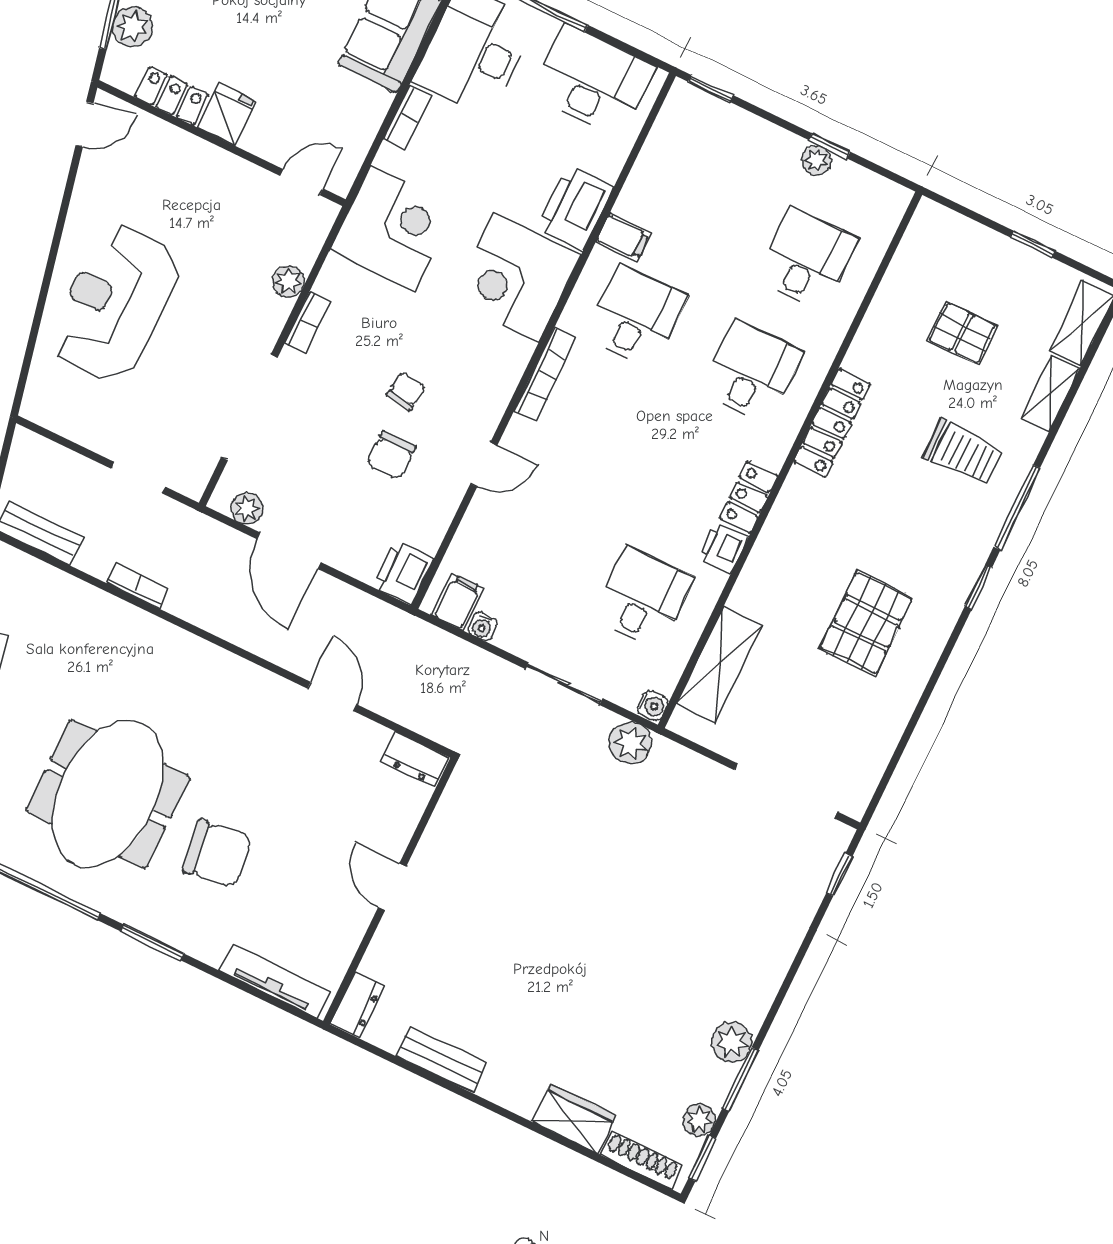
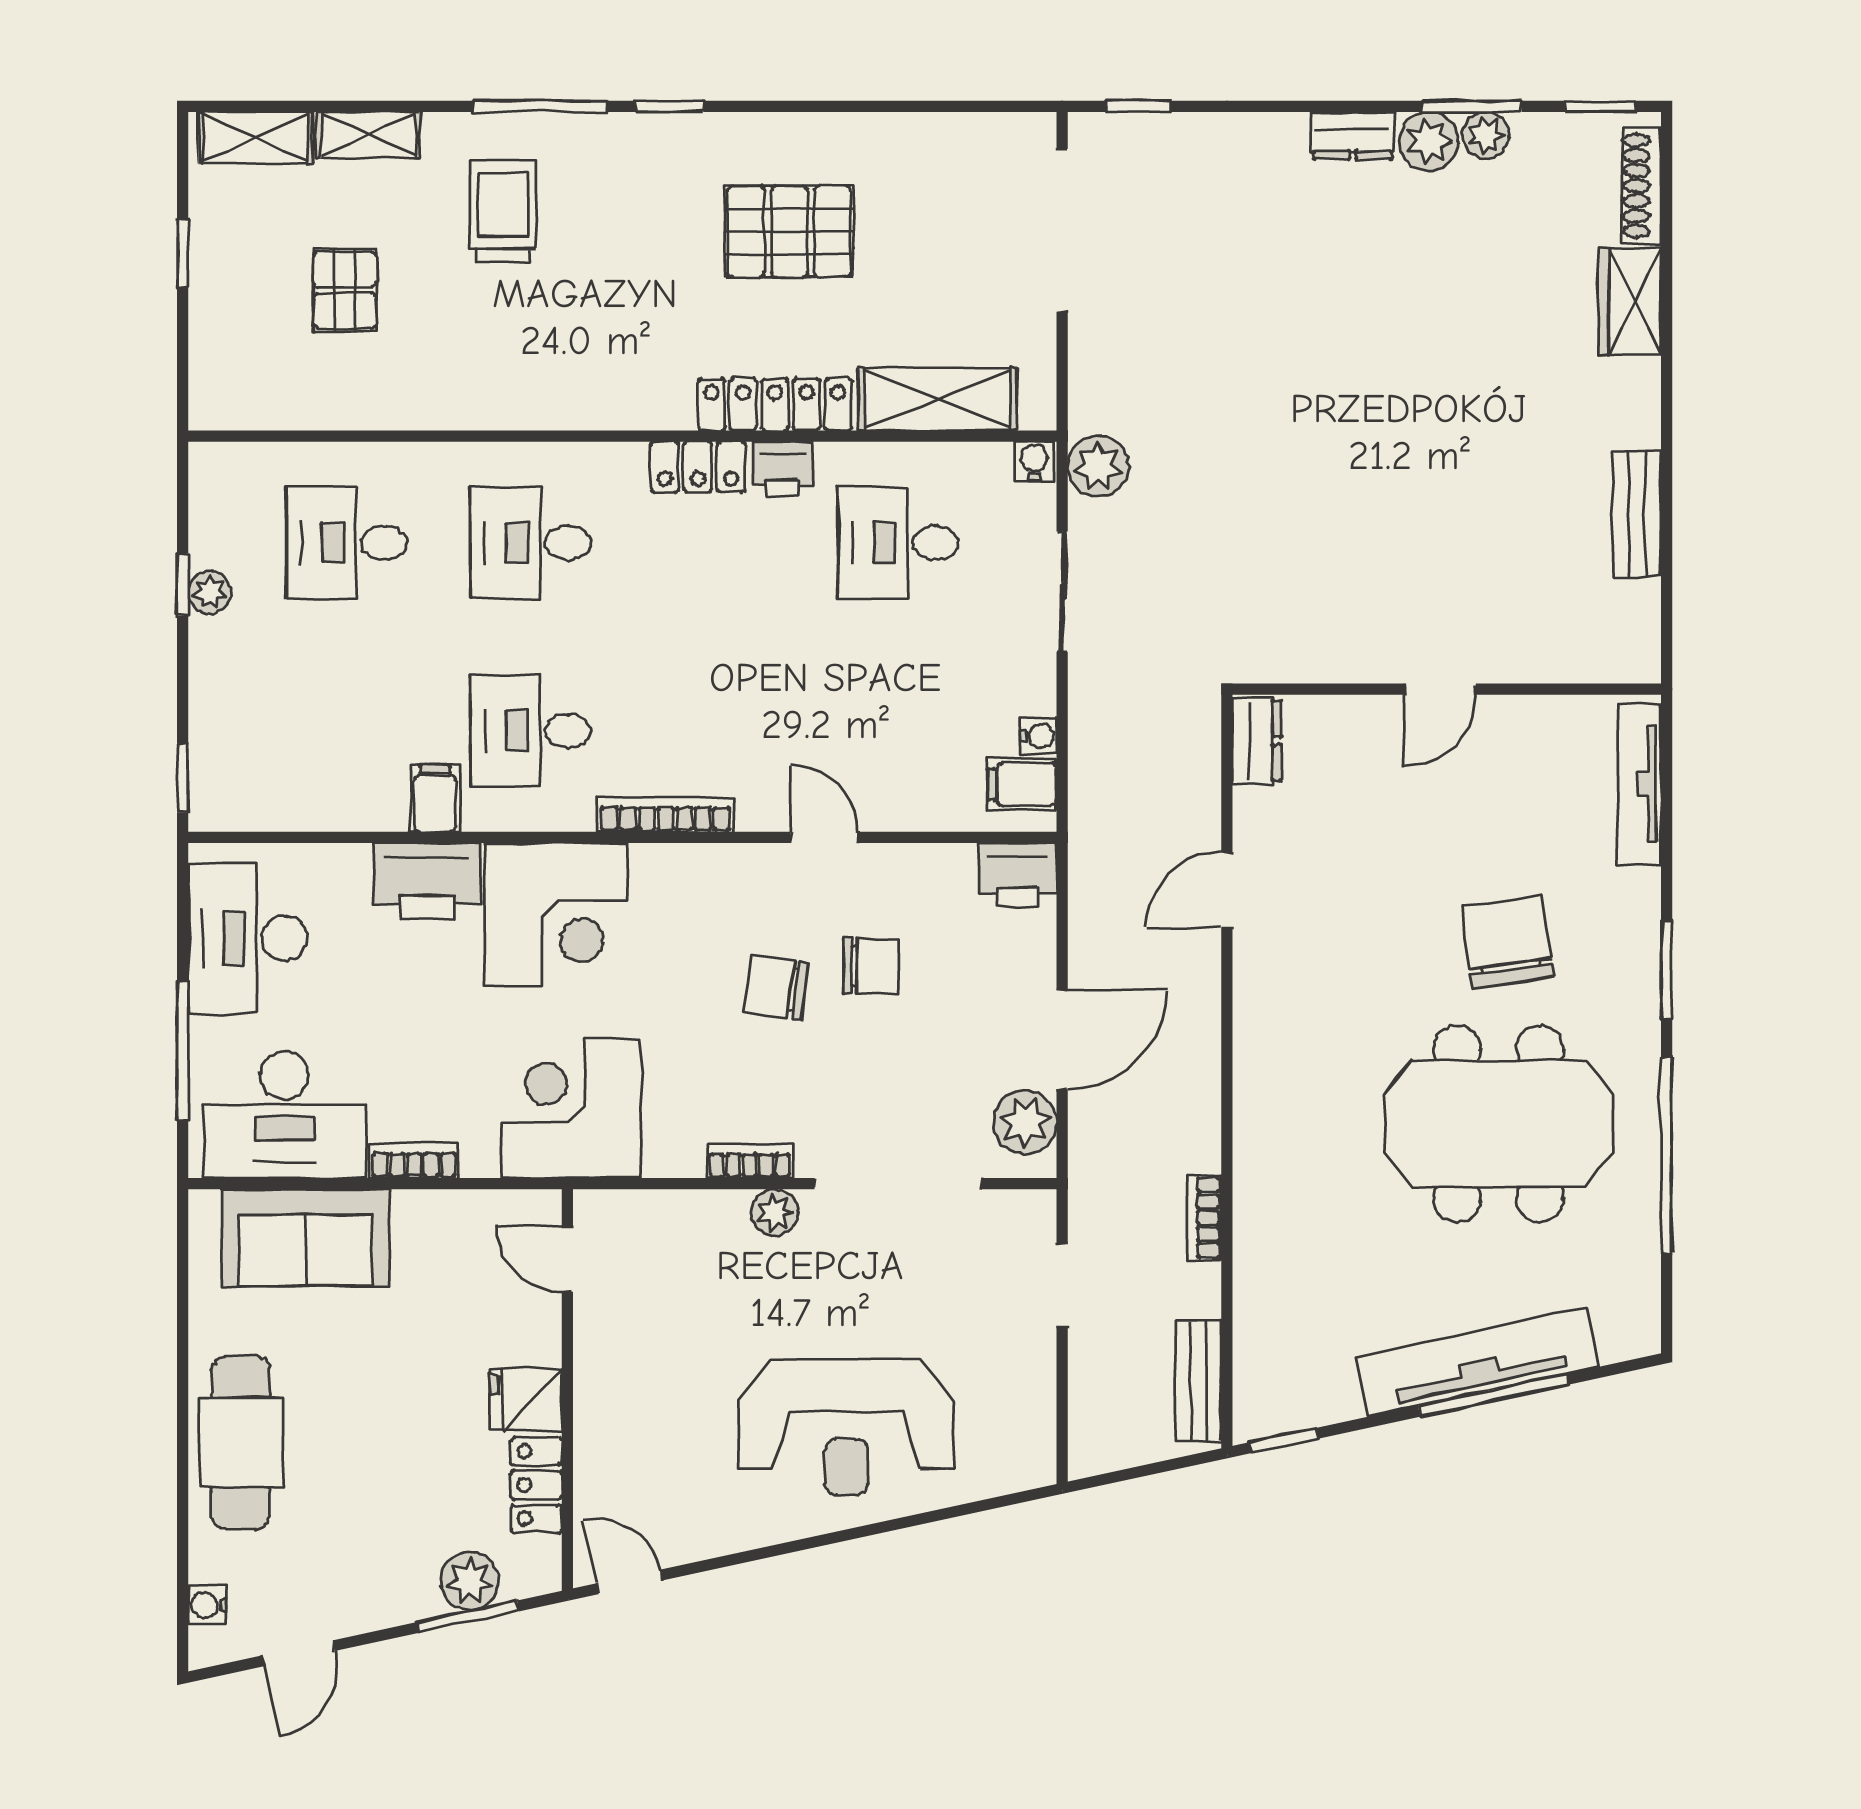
plant: (288, 281) -> (775, 1212), moved
chair: (406, 391) -> (776, 987), width x1.37, depth x1.37
locker: (832, 423) -> (775, 405), moved
plant: (247, 509) -> (1025, 1122), width x1.38, depth x1.38
dresser: (357, 1005) -> (1353, 136), moved, turned 180
plant: (699, 1120) -> (1486, 135), moved

